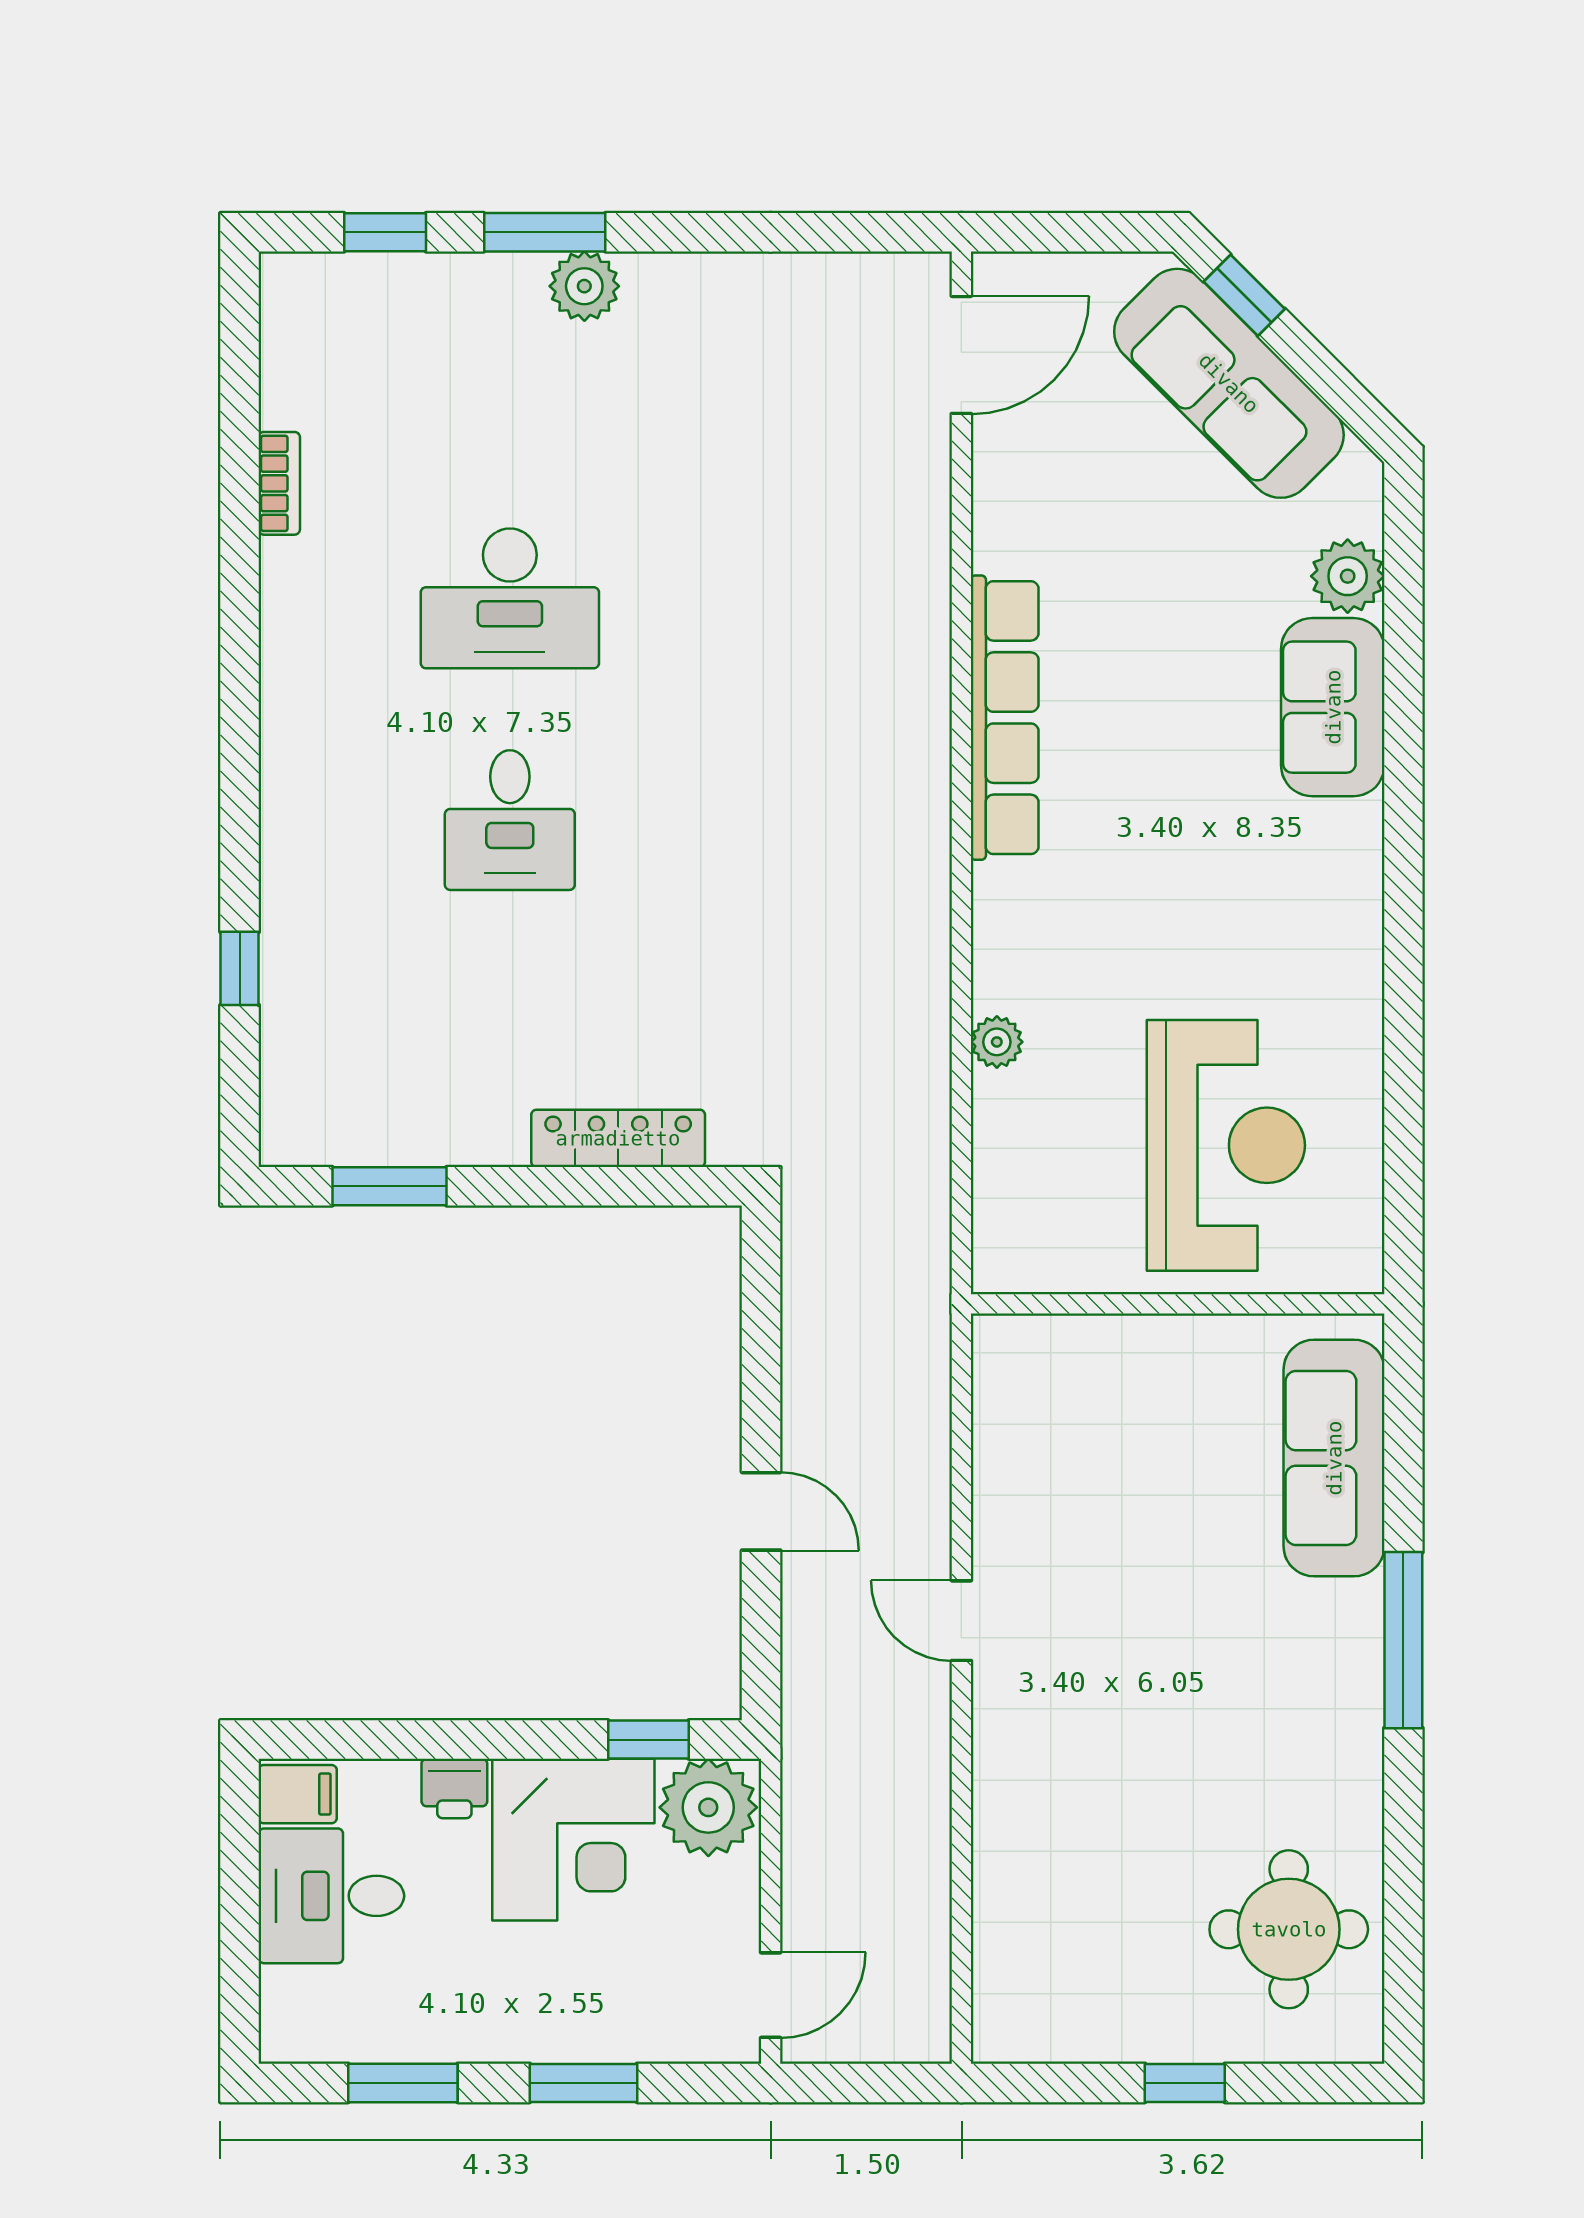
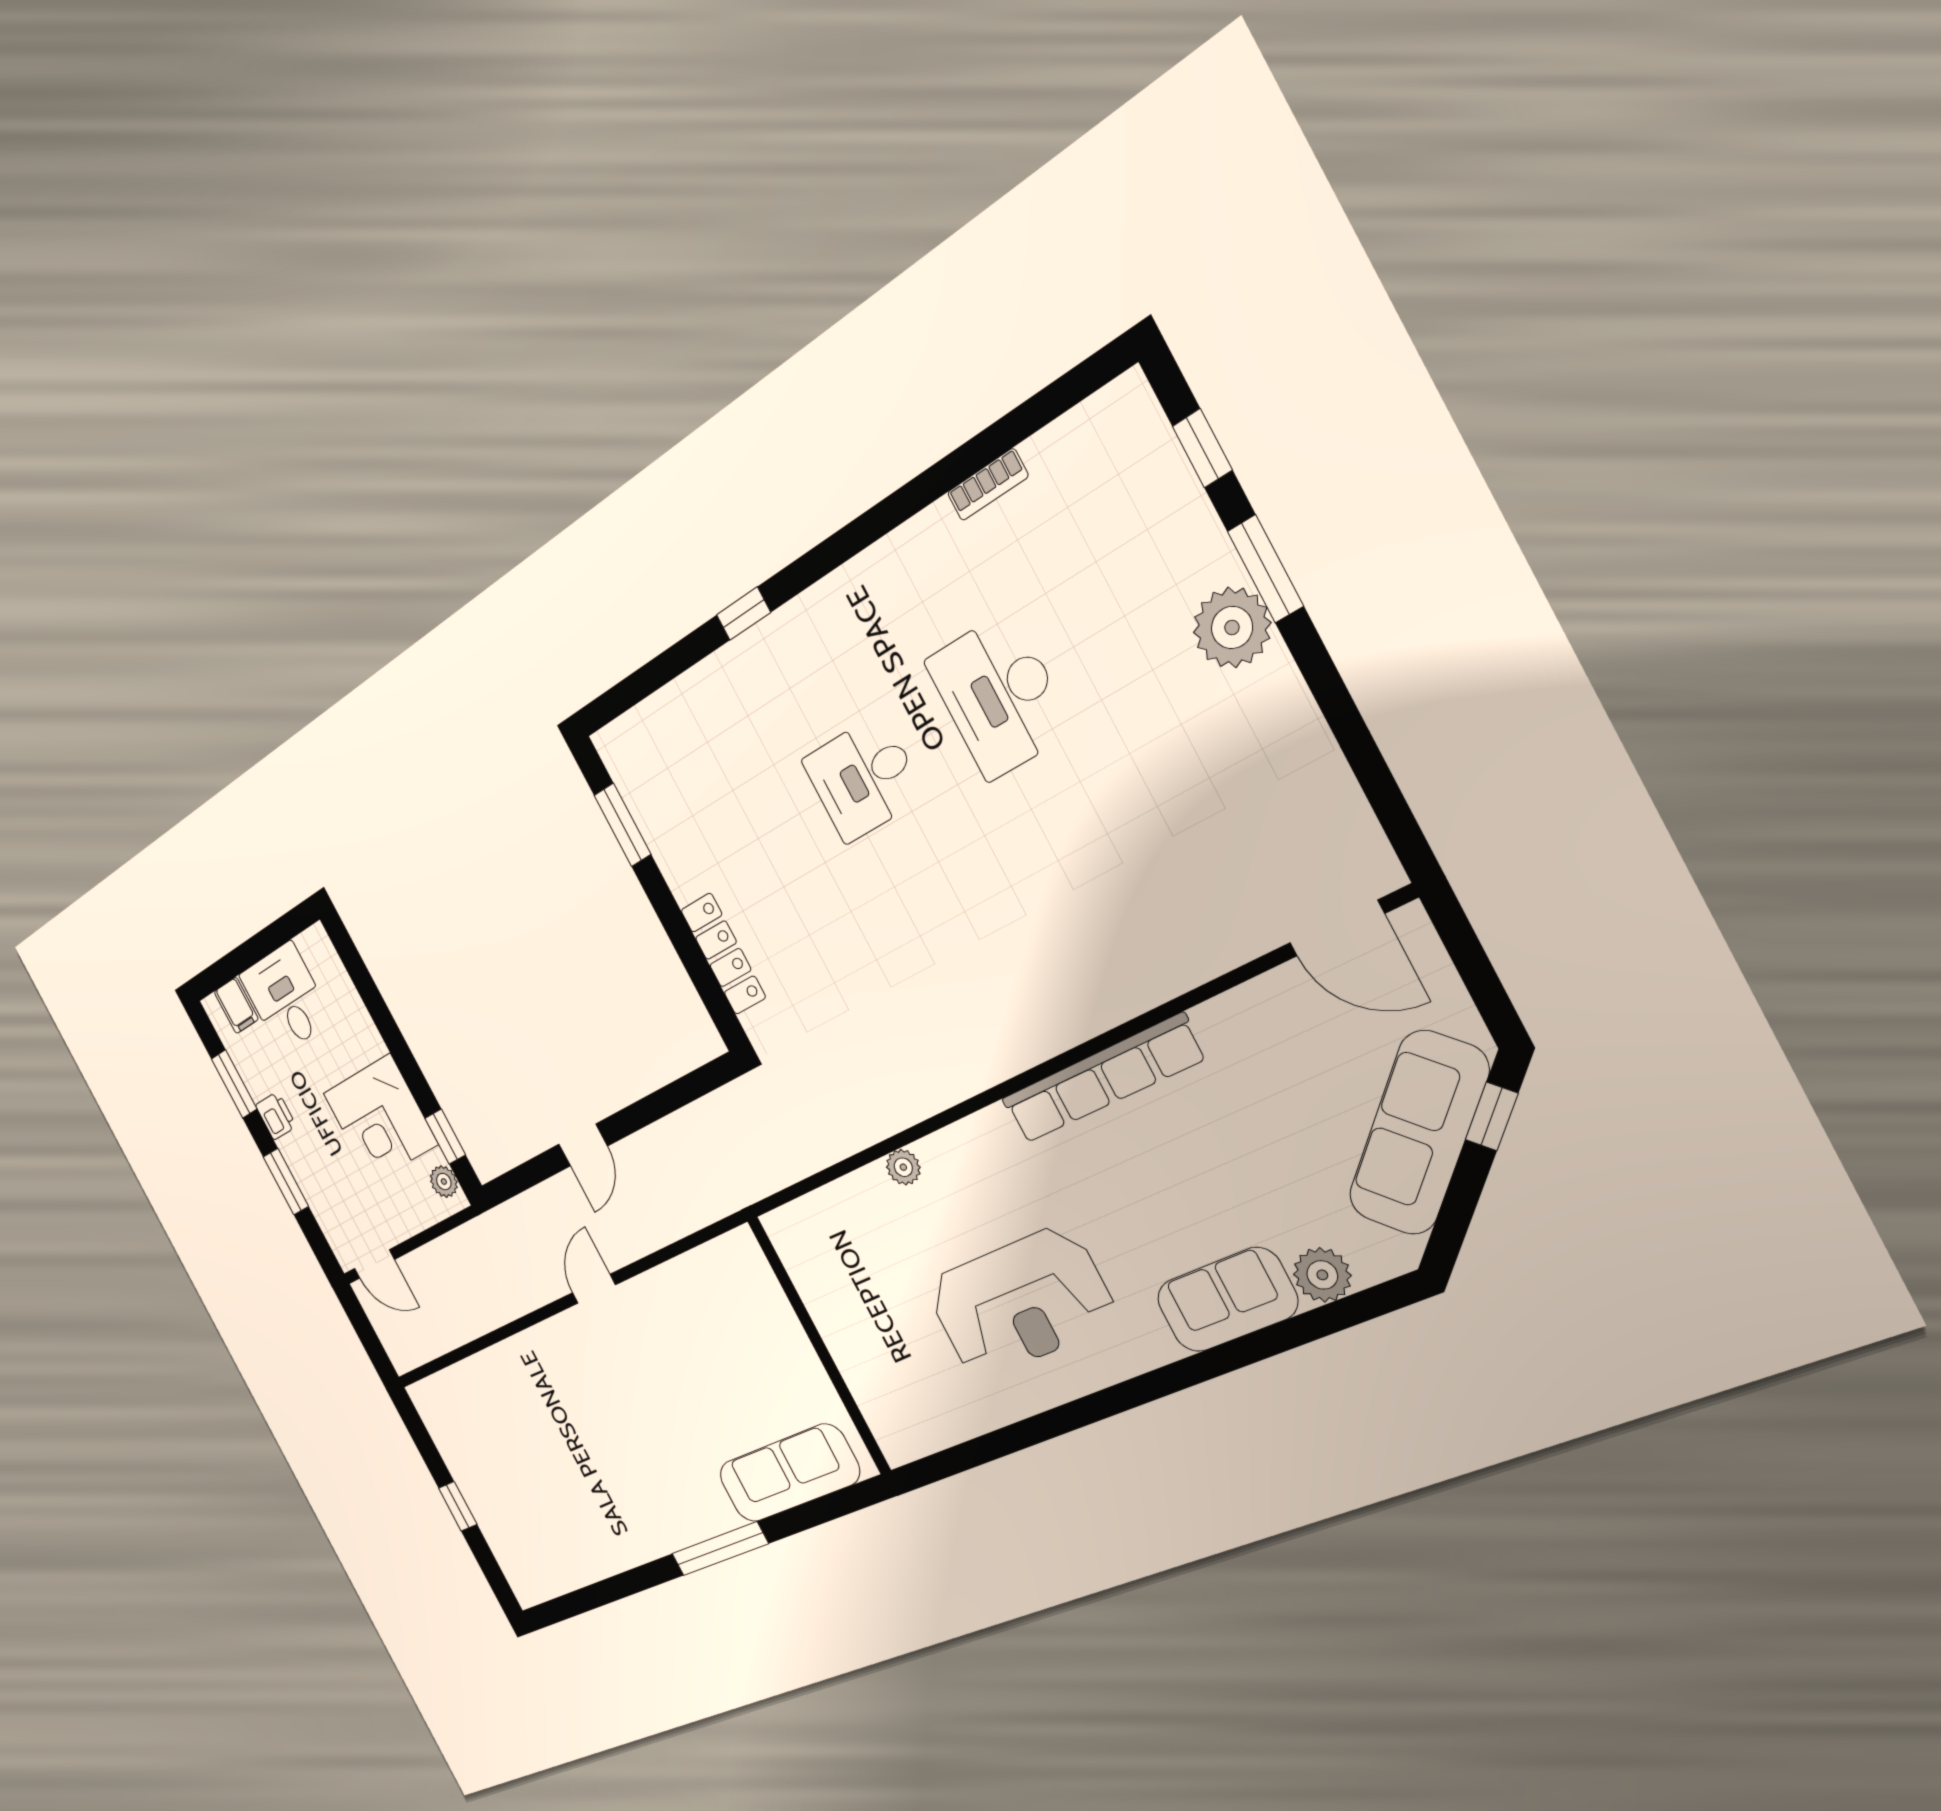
plant: (584, 286) -> (1232, 628), width x1.36, depth x1.36
window: (240, 968) -> (743, 614), moved
reception desk: (1226, 1145) -> (1020, 1302), moved
printer: (454, 1788) -> (276, 1116), moved, turned 180
filing cabinet: (298, 1794) -> (236, 1005), moved
plant: (708, 1807) -> (444, 1182), width x0.53, depth x0.53
round table: (1289, 1929) -> (553, 1536), removed

